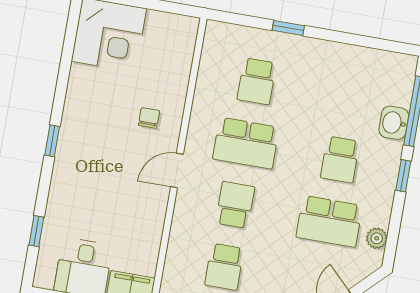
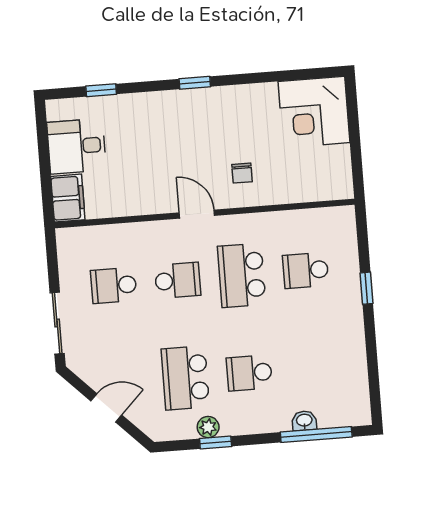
chair: (149, 118) -> (242, 173), turned 90
washbasin: (394, 123) -> (304, 421), width x0.72, depth x0.69
window: (403, 176) -> (216, 442), moved
plant: (377, 238) -> (208, 427), moved

